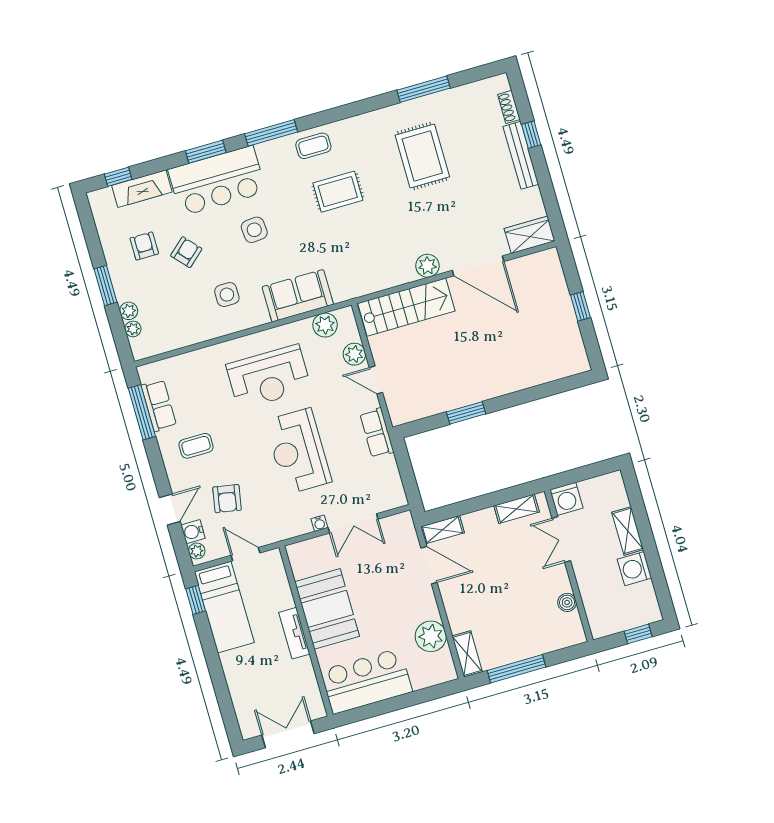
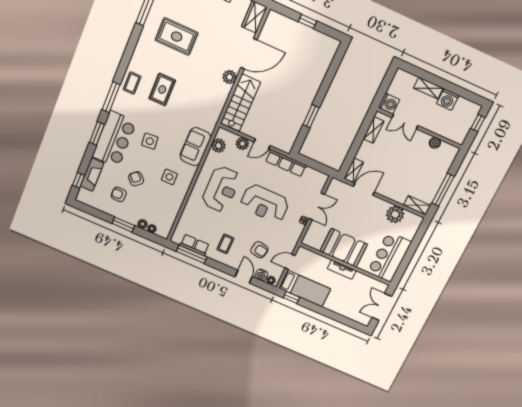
row of seats: (377, 433) -> (286, 163), width x1.48

